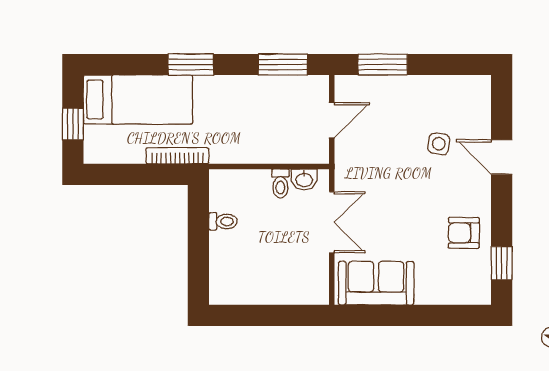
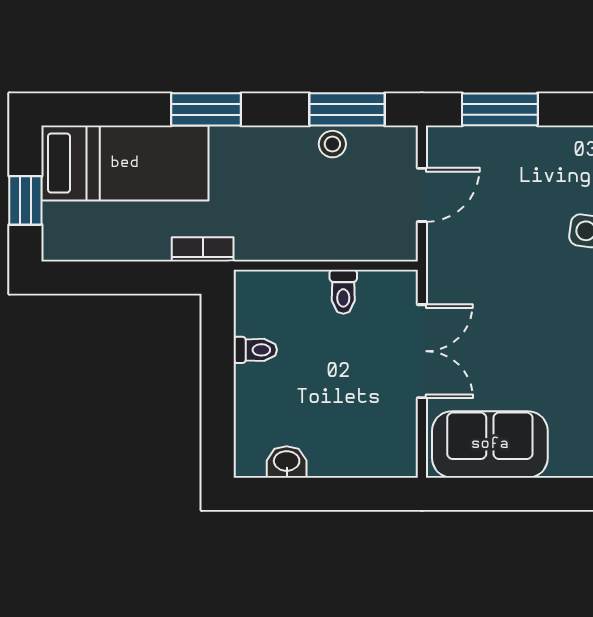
stool: (273, 87) -> (332, 144), added
bookcase: (177, 156) -> (203, 249), width x0.64
washbasin: (304, 179) -> (287, 462), moved, turned 180

